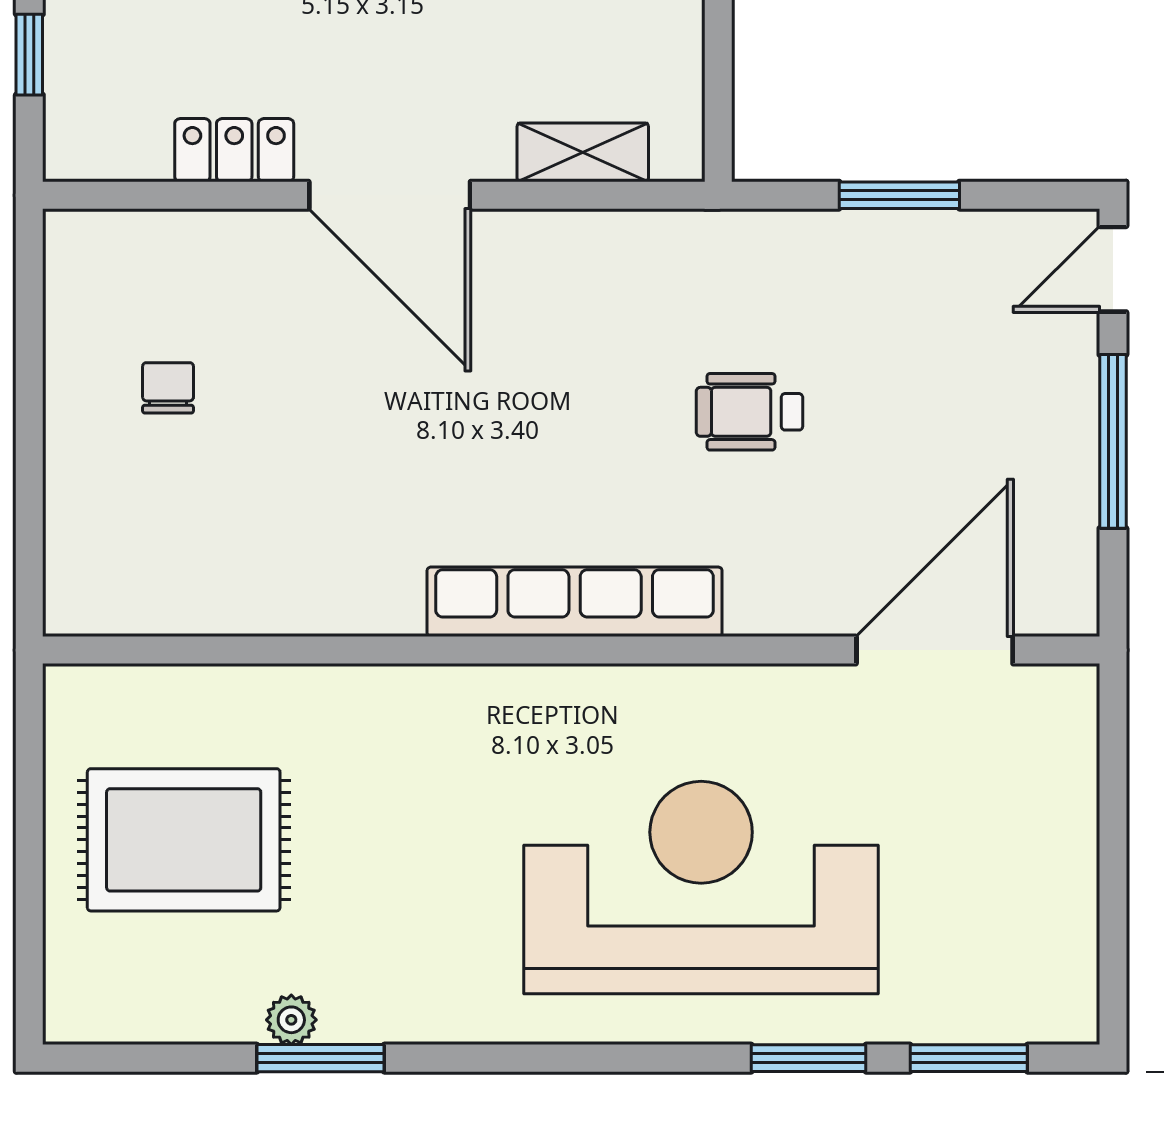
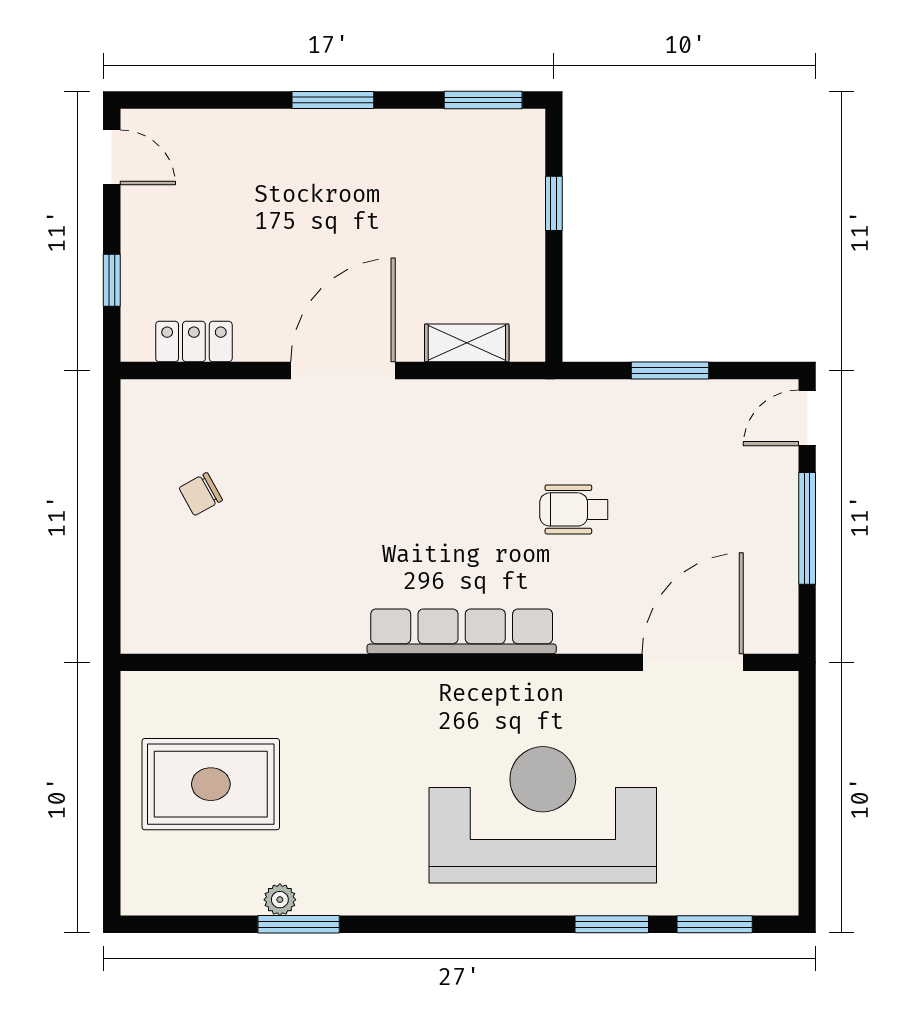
locker: (234, 150) -> (194, 342), moved
door: (390, 195) -> (343, 370), swing flipped
chair: (168, 388) -> (201, 494), turned -119

